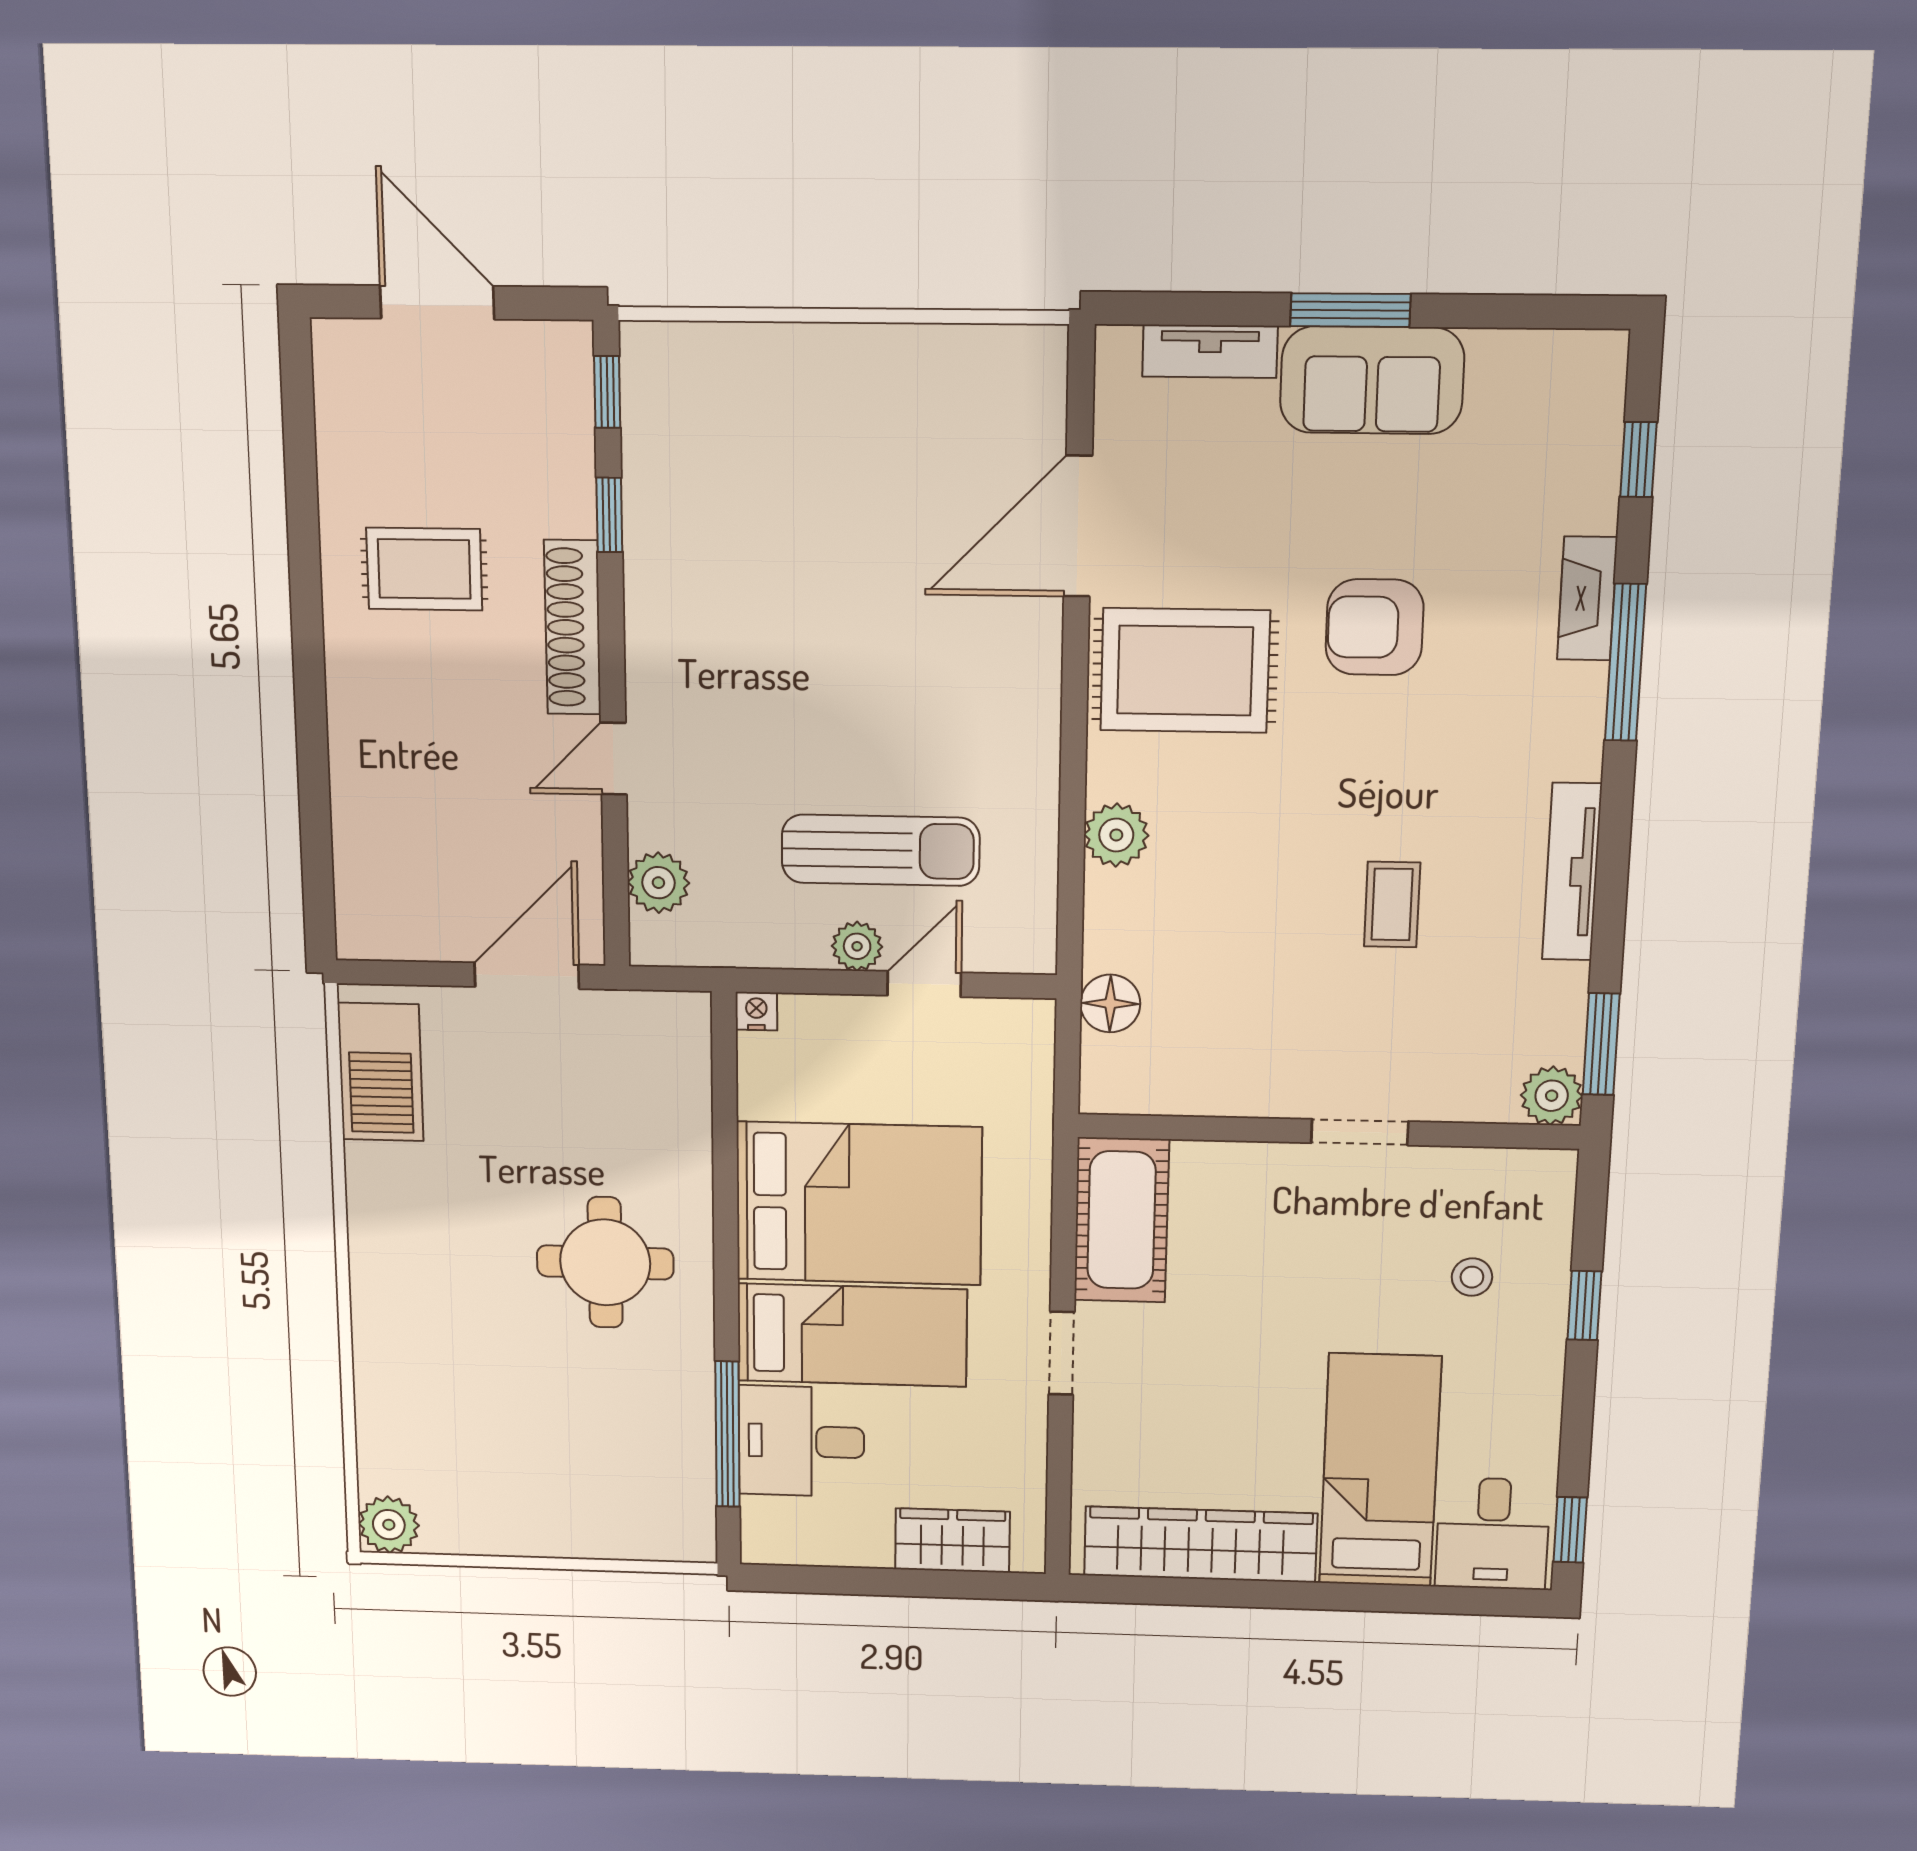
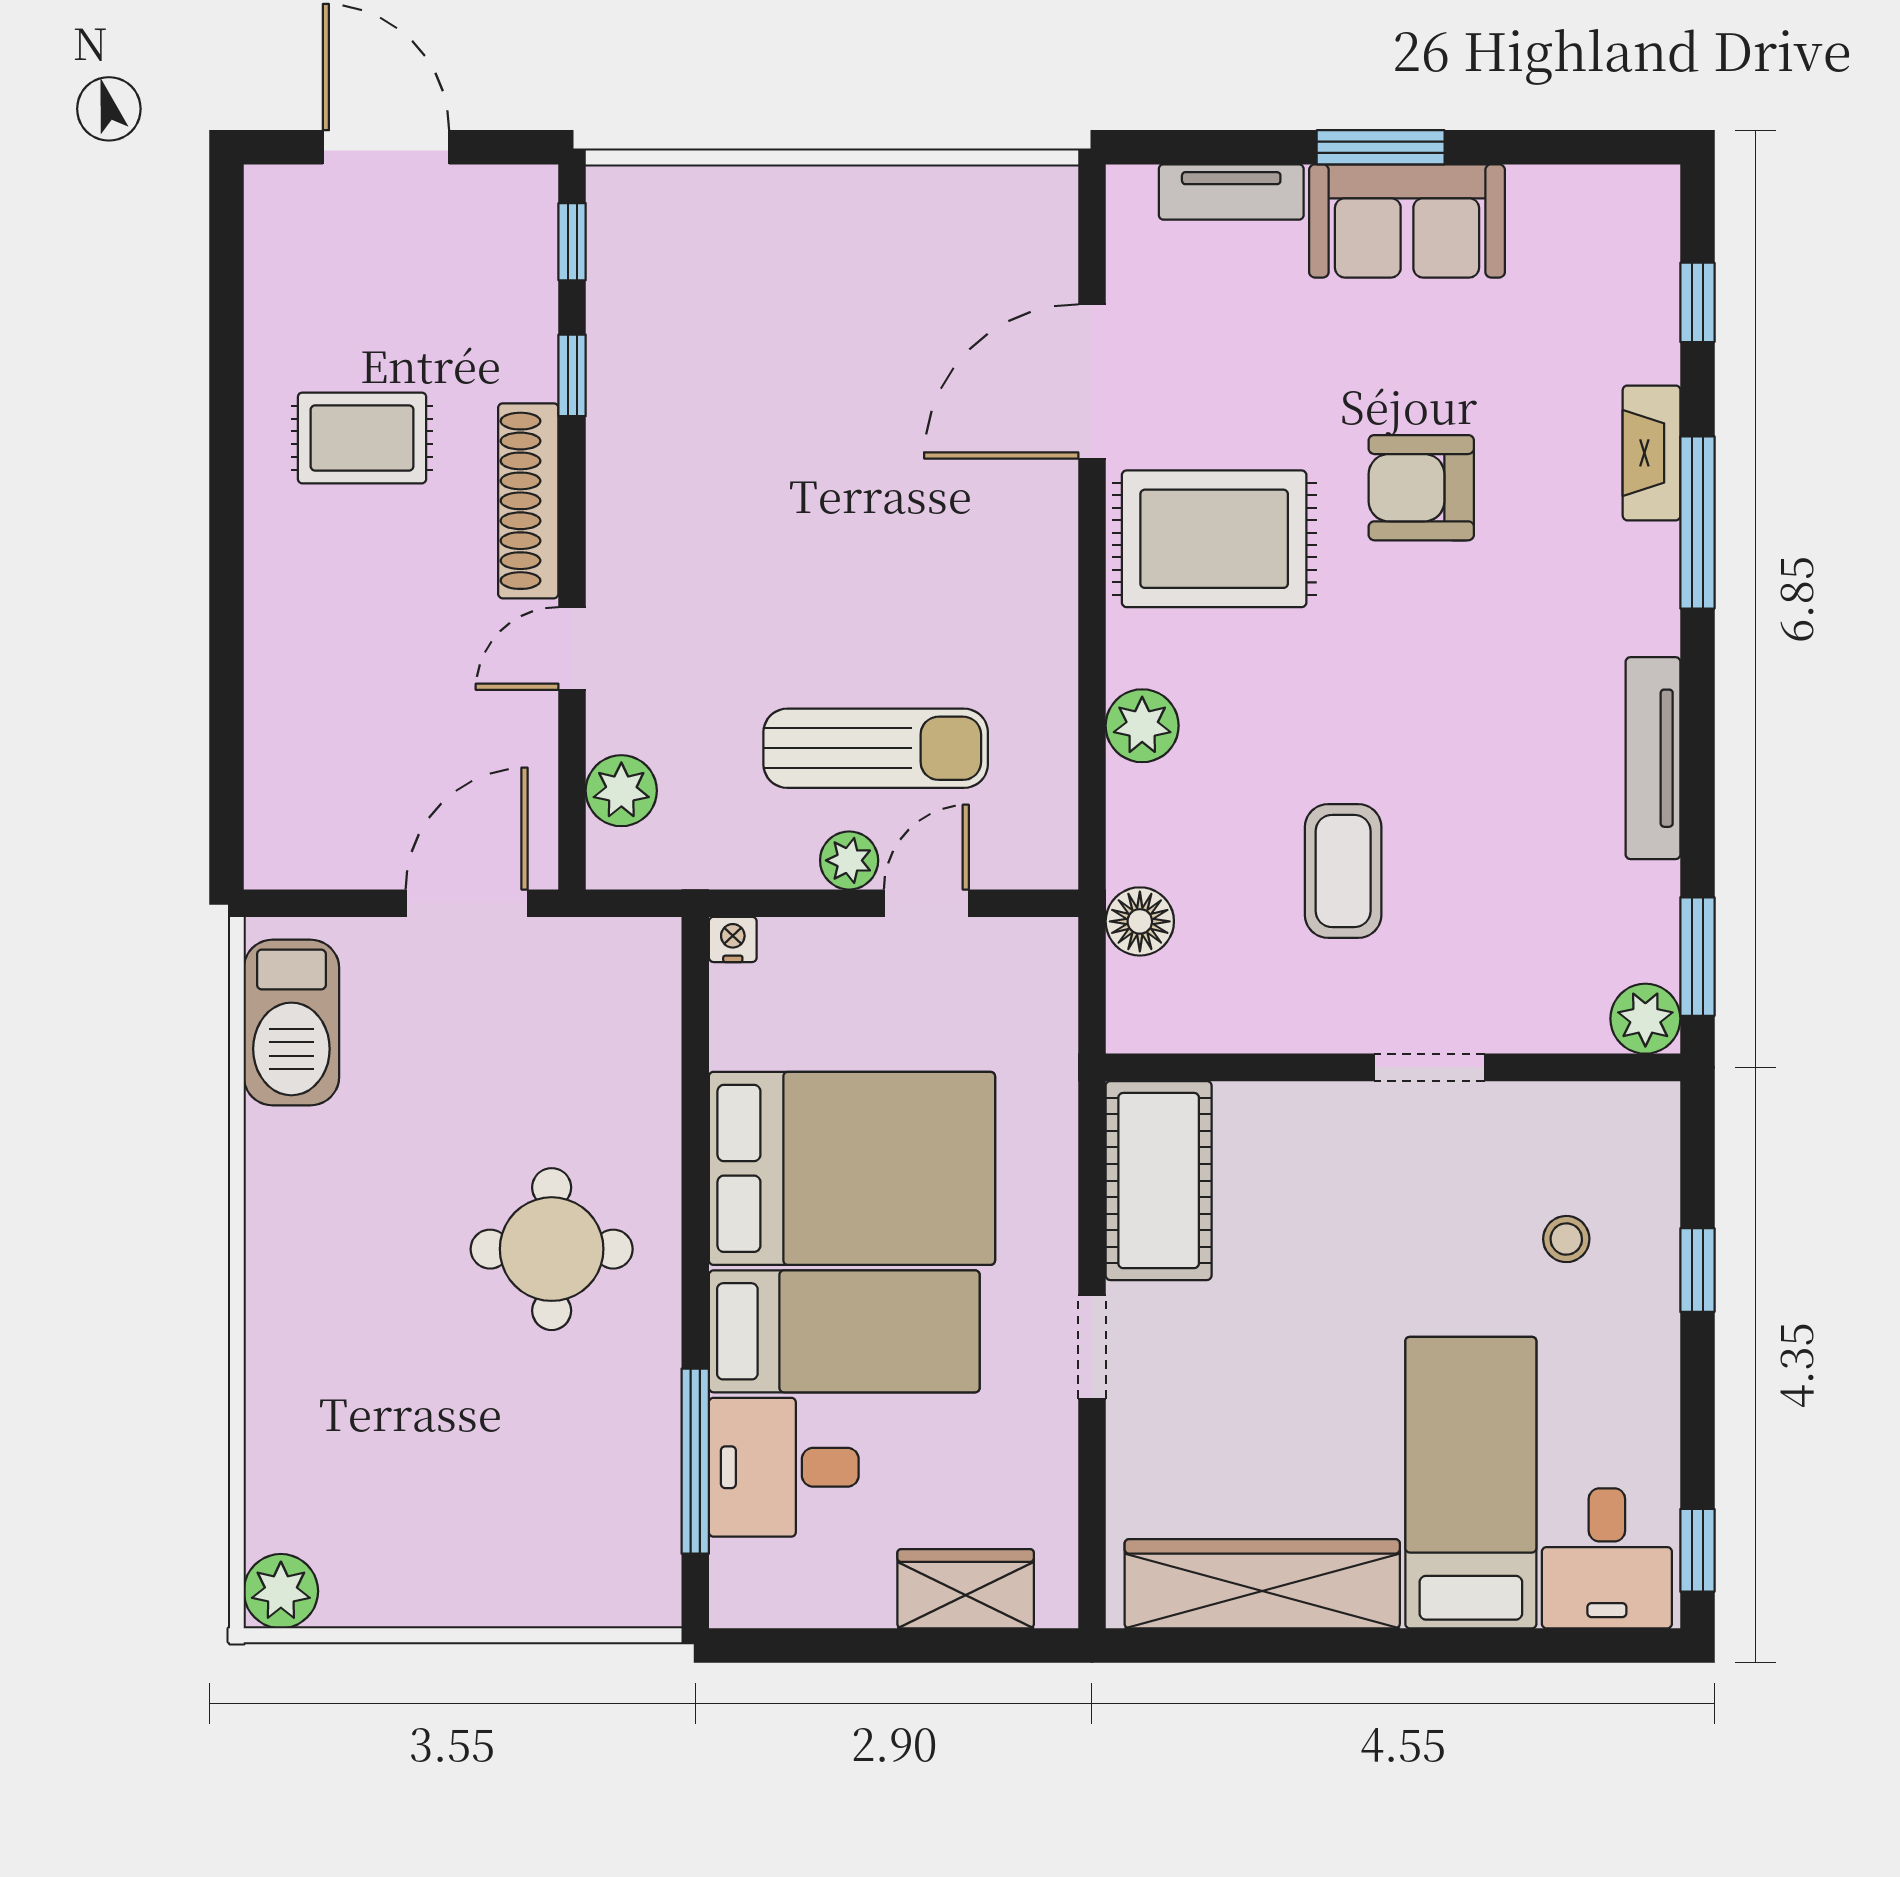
coffee table: (1392, 904) -> (1343, 871), moved, width x1.36, depth x1.30

